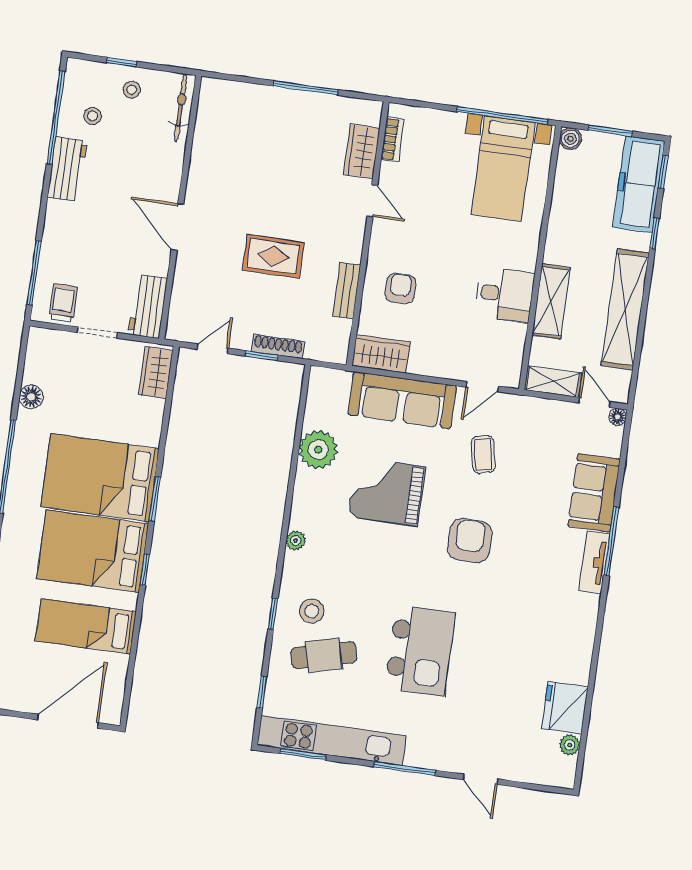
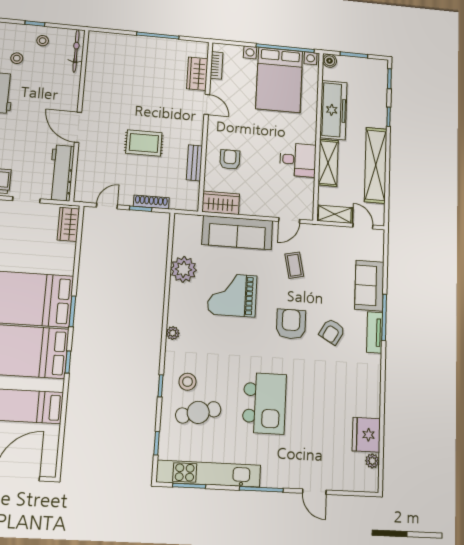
bed with nightstands: (503, 169) -> (279, 80), width x1.36
freezer: (639, 184) -> (333, 110), moved, turned 180
workbench: (148, 306) -> (61, 173), width x1.38
floor lamp: (618, 417) -> (379, 235), removed
armchair: (530, 556) -> (332, 332), added

